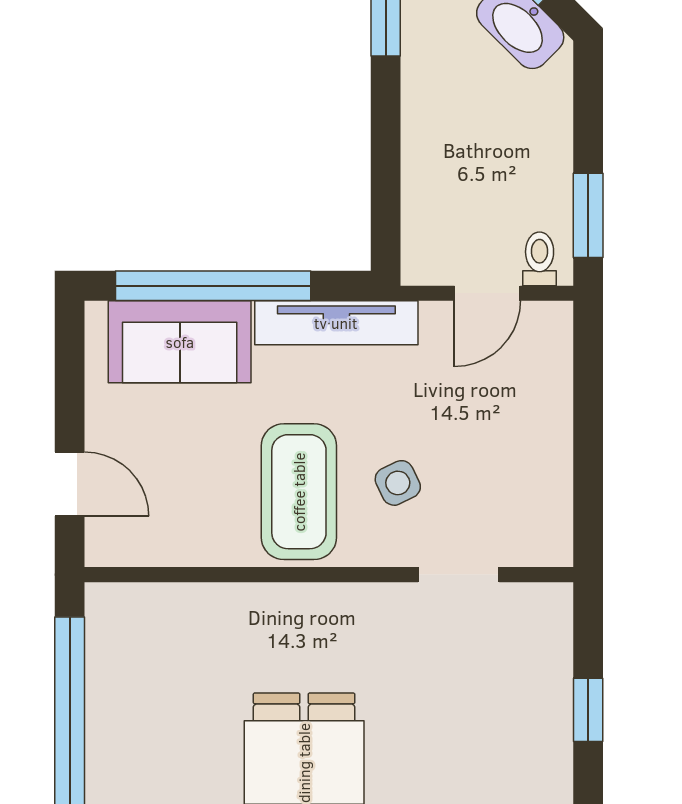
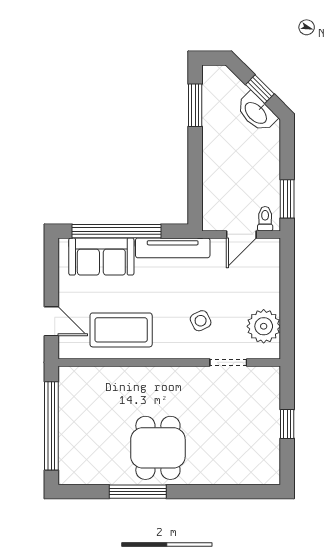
coffee table: (299, 492) -> (121, 330), moved, turned 90
plant: (536, 495) -> (264, 326), added

